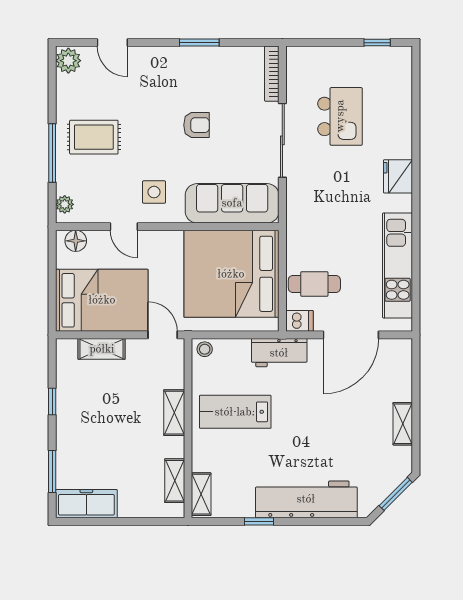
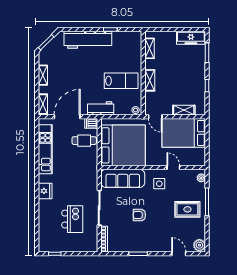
kitchen island: (340, 116) -> (72, 219), turned 180
floor lamp: (76, 241) -> (196, 161), removed
shelving: (201, 494) -> (43, 104), moved

